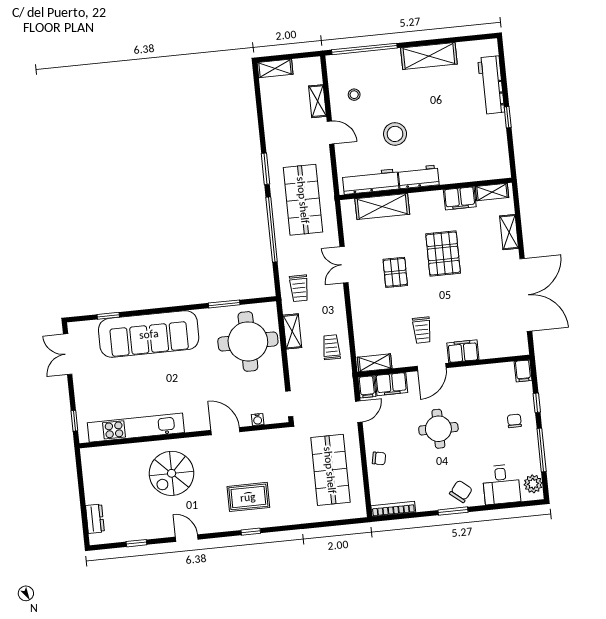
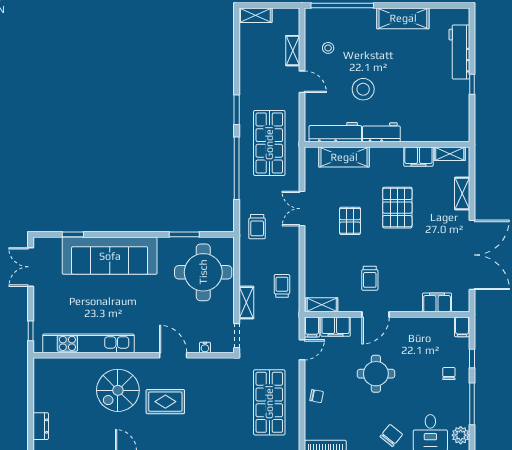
shelving: (292, 331) -> (246, 303), moved
filing cabinet: (463, 351) -> (437, 302), moved
rug: (248, 497) -> (165, 402), moved

